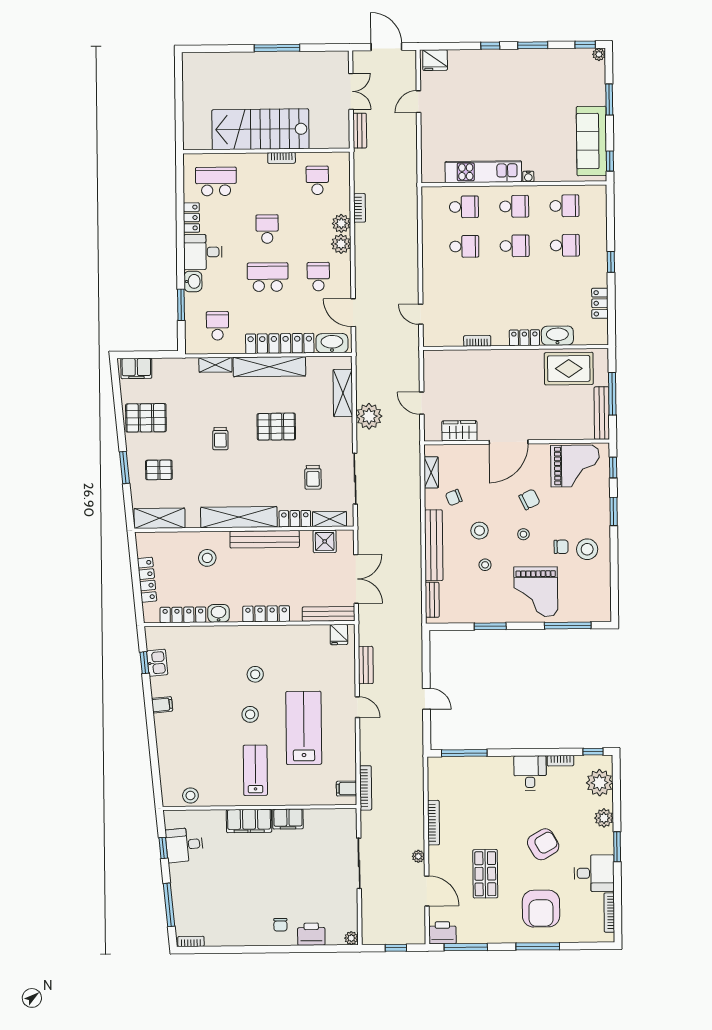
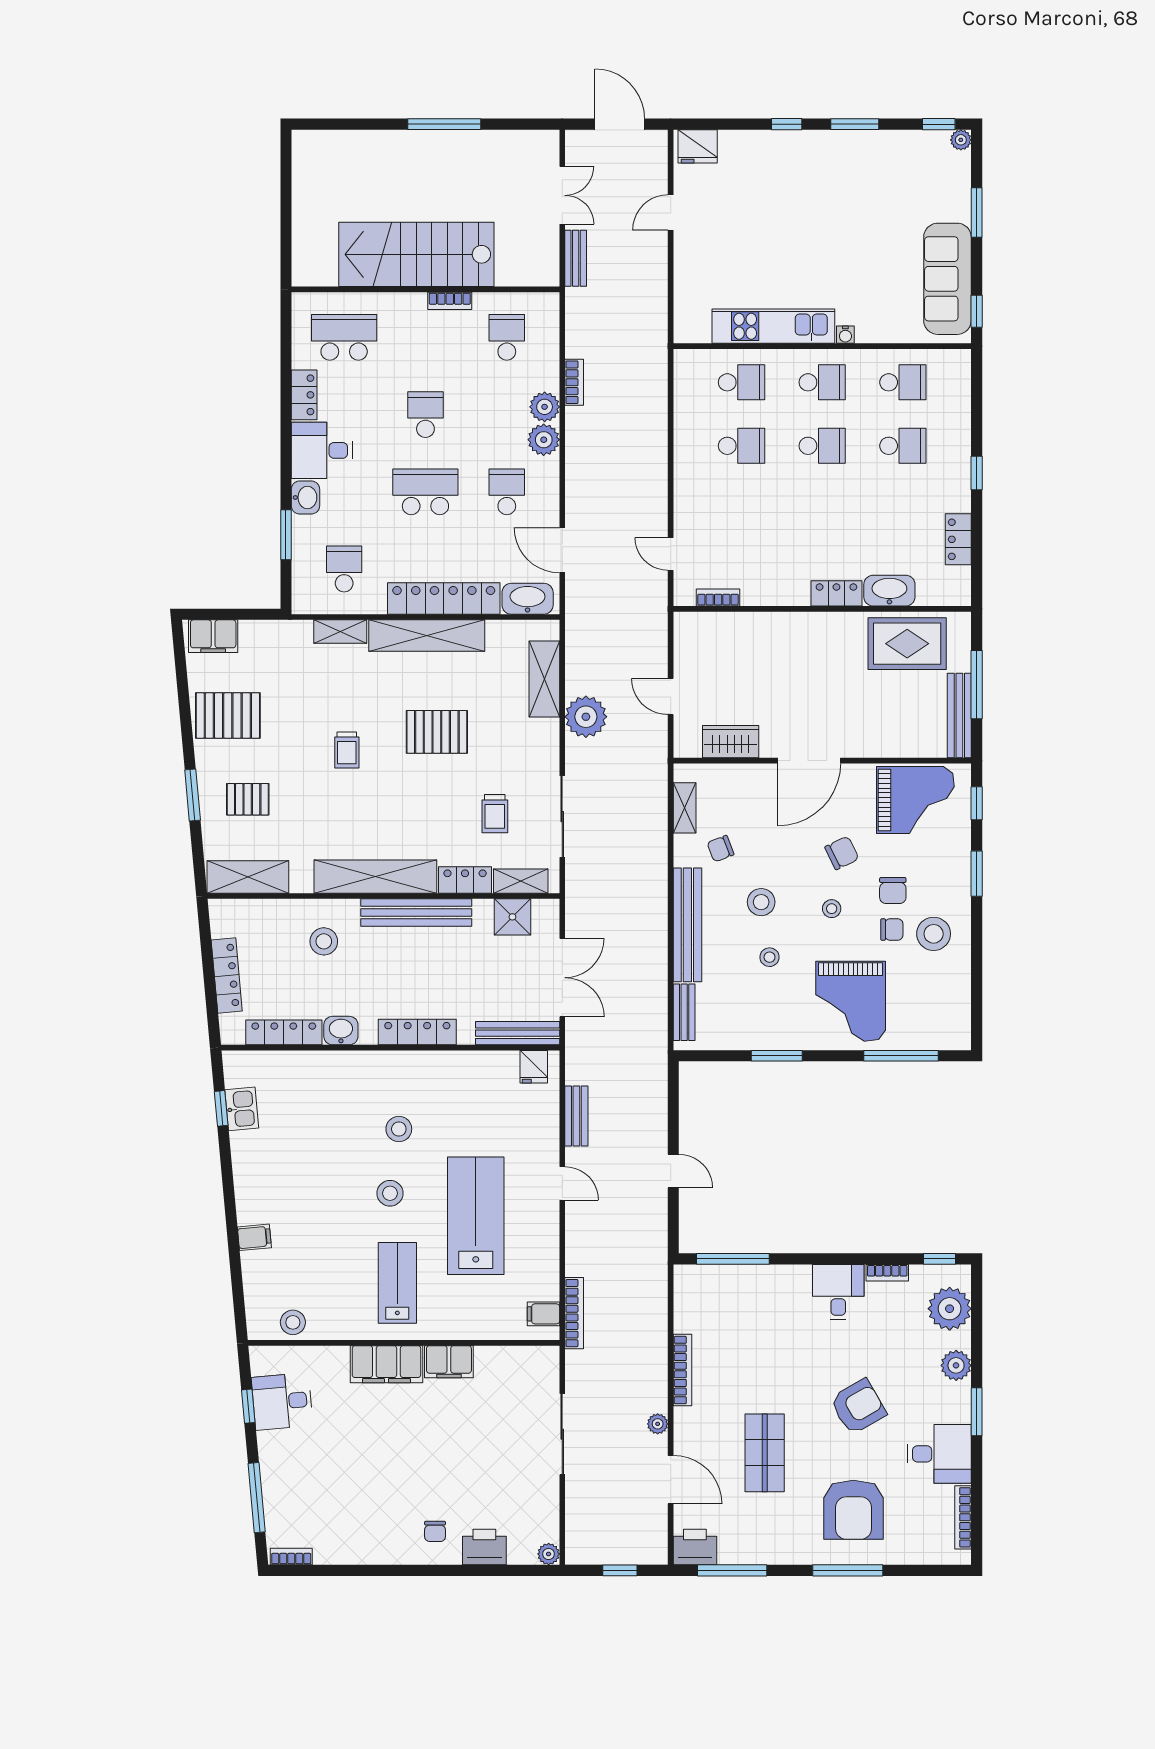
bookcase: (477, 341) -> (718, 598), moved
chair: (561, 523) -> (893, 891), added
filing cabinet: (162, 705) -> (254, 1237), moved

